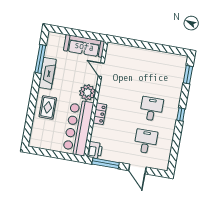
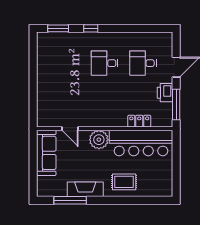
door: (101, 70) -> (70, 129), hinge flipped
locker: (100, 114) -> (139, 121), moved
window: (181, 114) -> (91, 28), moved
printer: (95, 150) -> (165, 93), moved, turned -90

